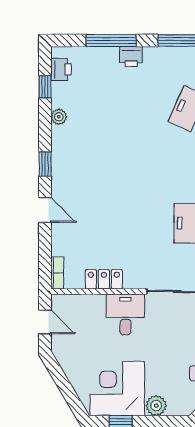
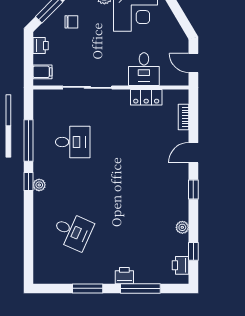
door: (45, 210) -> (193, 153), hinge flipped
bookcase: (57, 273) -> (184, 117), moved
desk: (126, 314) -> (144, 69), moved

